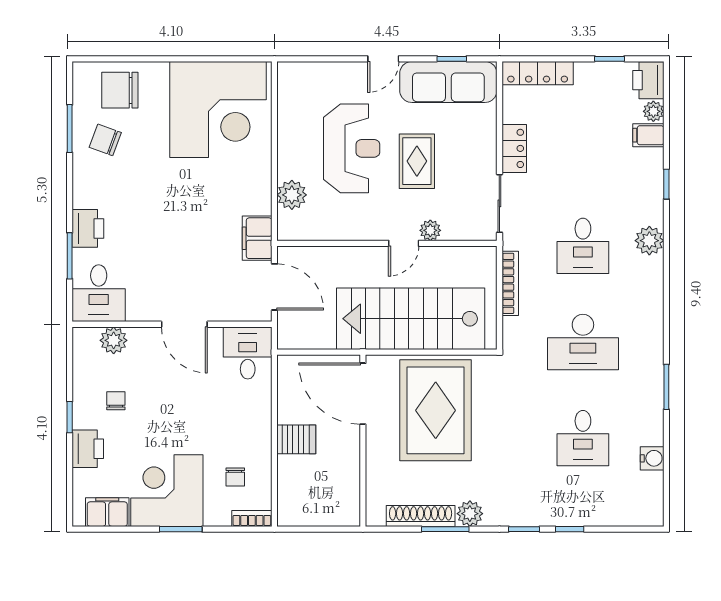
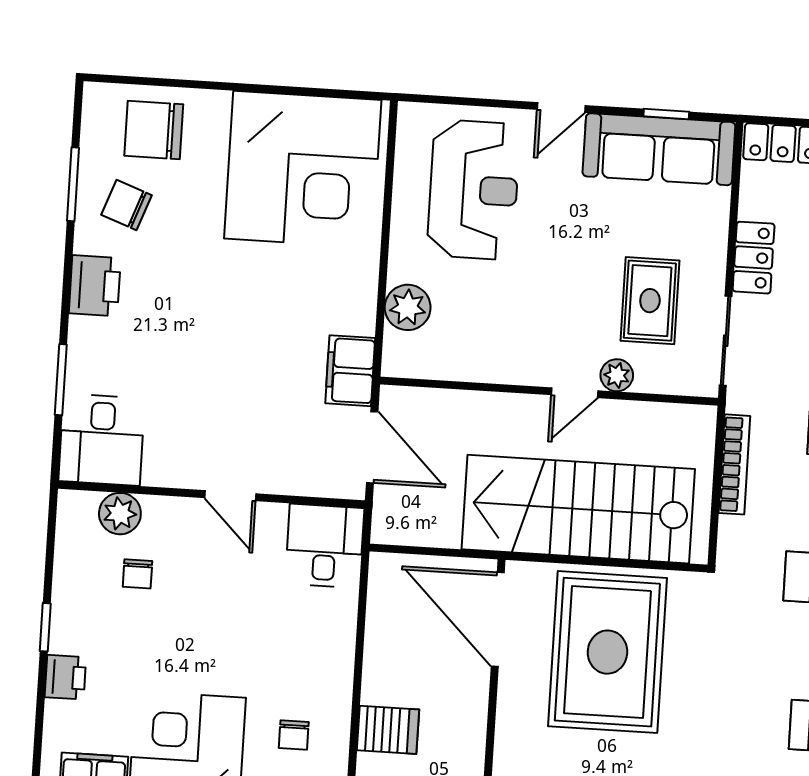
reception desk: (352, 148) -> (474, 190), moved
rug: (417, 161) -> (650, 301), moved
printer: (88, 228) -> (95, 286), moved
door: (184, 324) -> (230, 496), width x0.73
chair: (116, 401) -> (137, 574), moved, turned 180
server rack: (296, 439) -> (388, 730), moved
printer: (88, 449) -> (65, 677), width x0.73, depth x0.81

